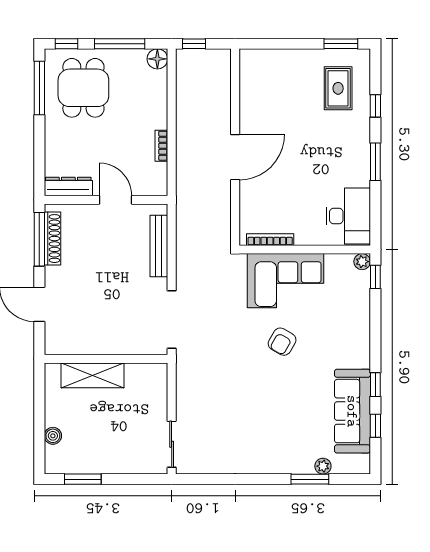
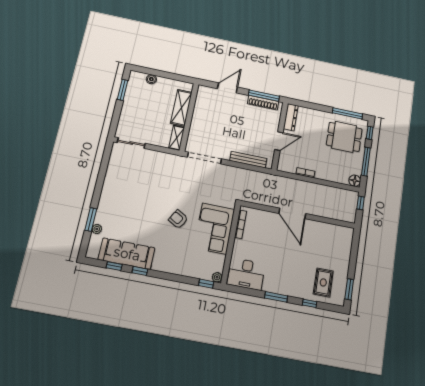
rug: (338, 88) -> (323, 282), turned 90
shelving: (147, 372) -> (177, 138), added

